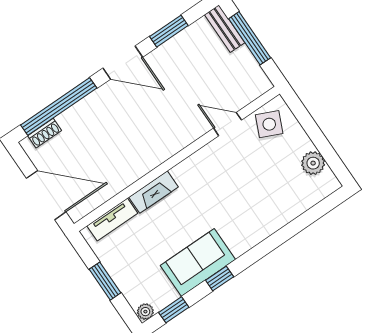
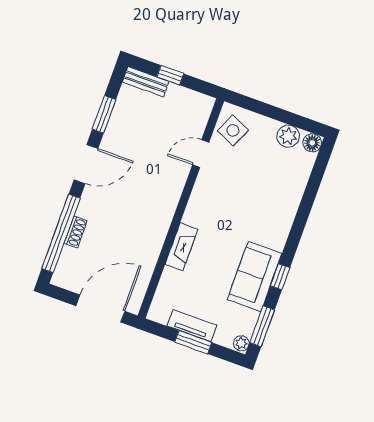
window: (250, 38) -> (170, 75), width x0.46
shoe rack: (45, 133) -> (76, 232), moved
floor lamp: (330, 184) -> (312, 143), added
tv unit: (112, 220) -> (192, 326), moved, turned -90
window: (174, 310) -> (262, 326), width x1.50

